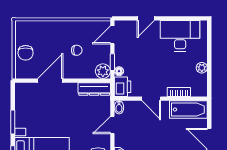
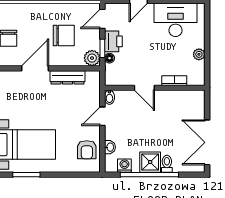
chair: (77, 50) -> (64, 35), width x1.87, depth x1.87
printer: (123, 87) -> (113, 41), moved
dresser: (94, 89) -> (68, 77), moved
bathtub: (188, 110) -> (185, 100), removed

